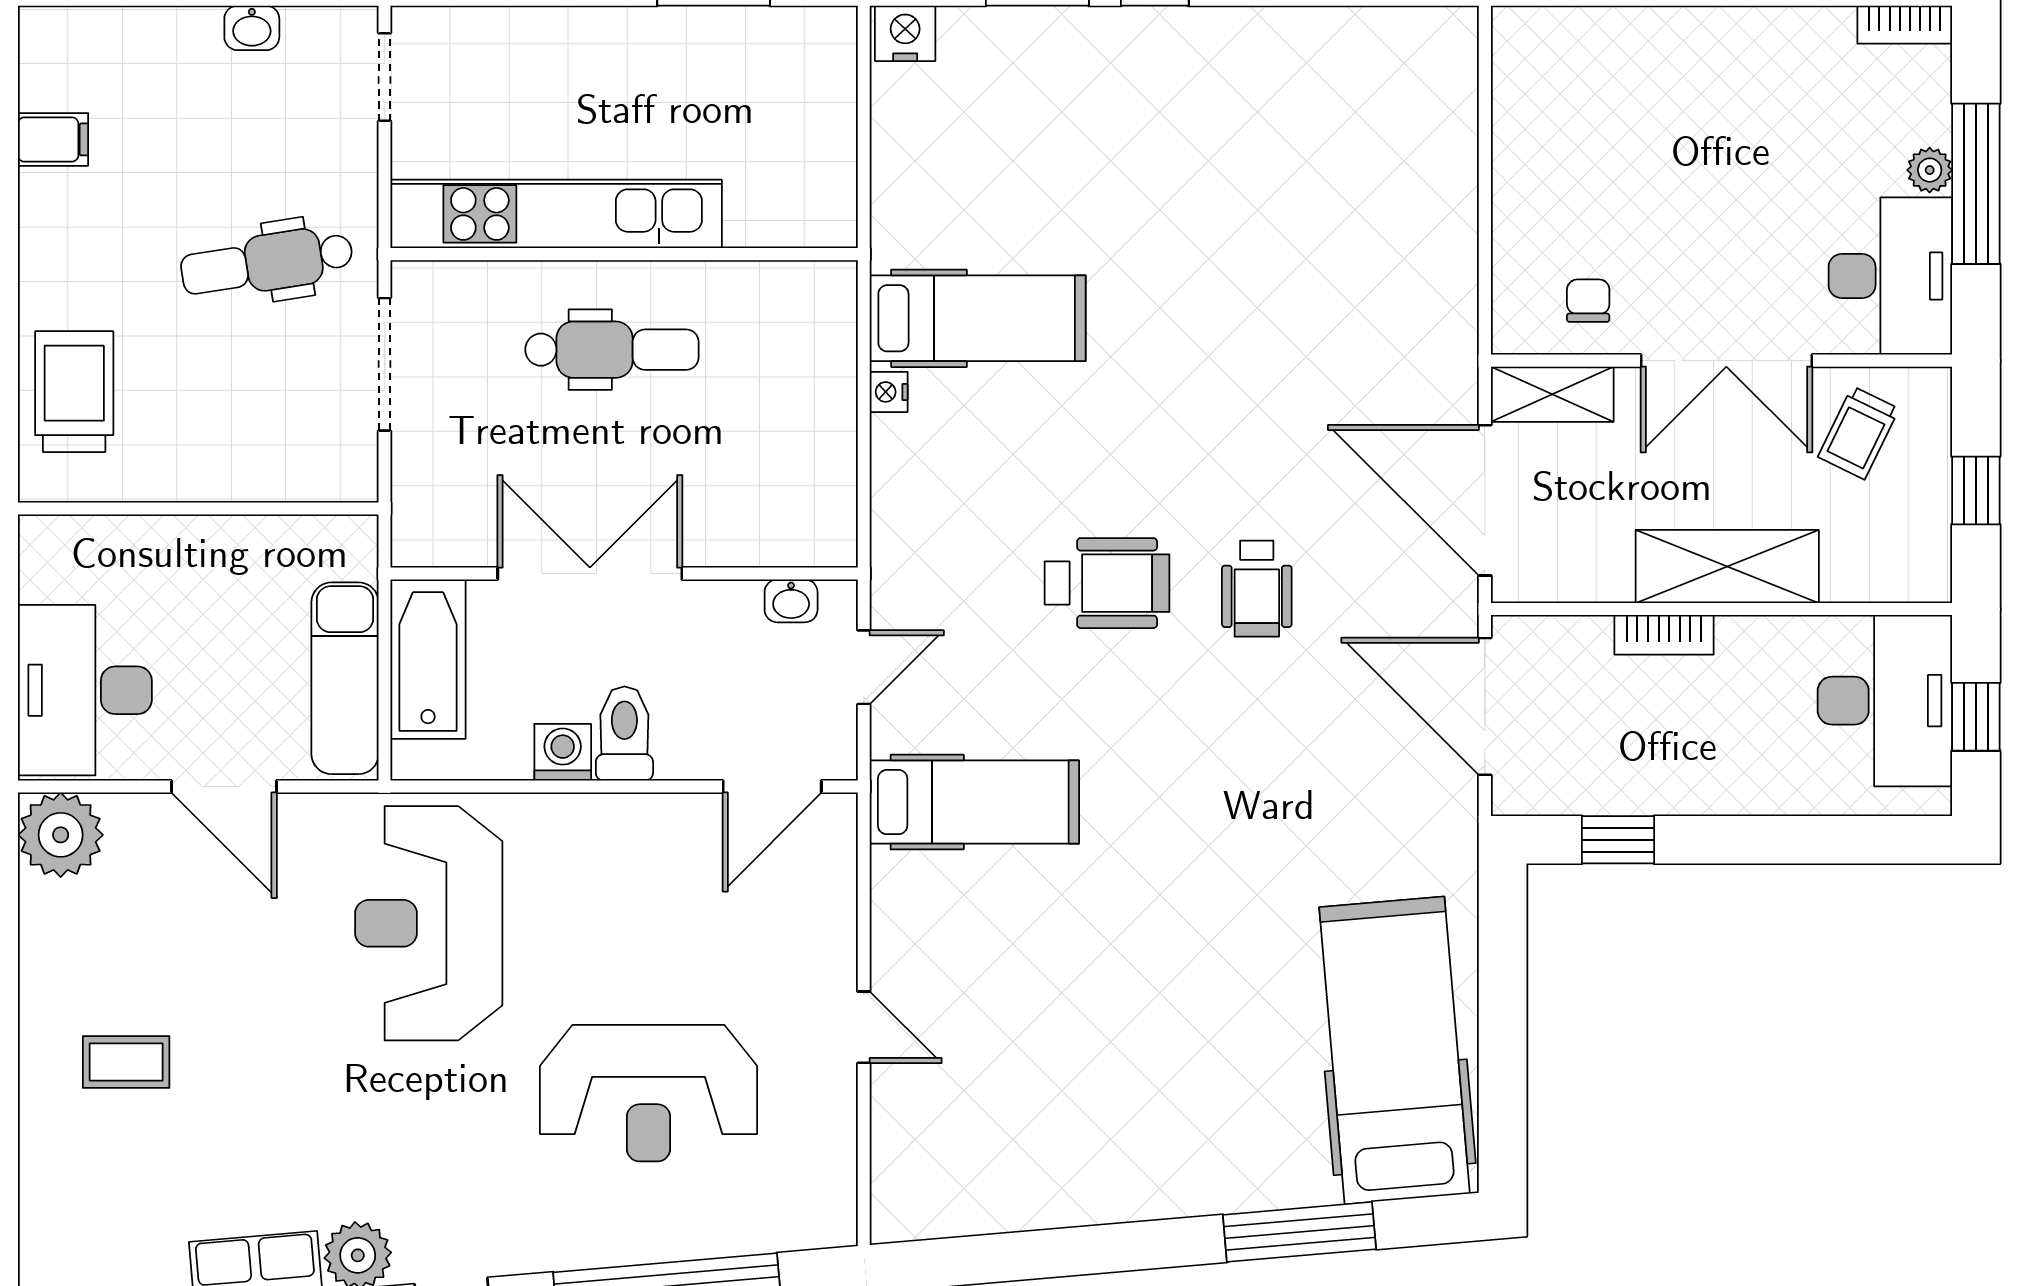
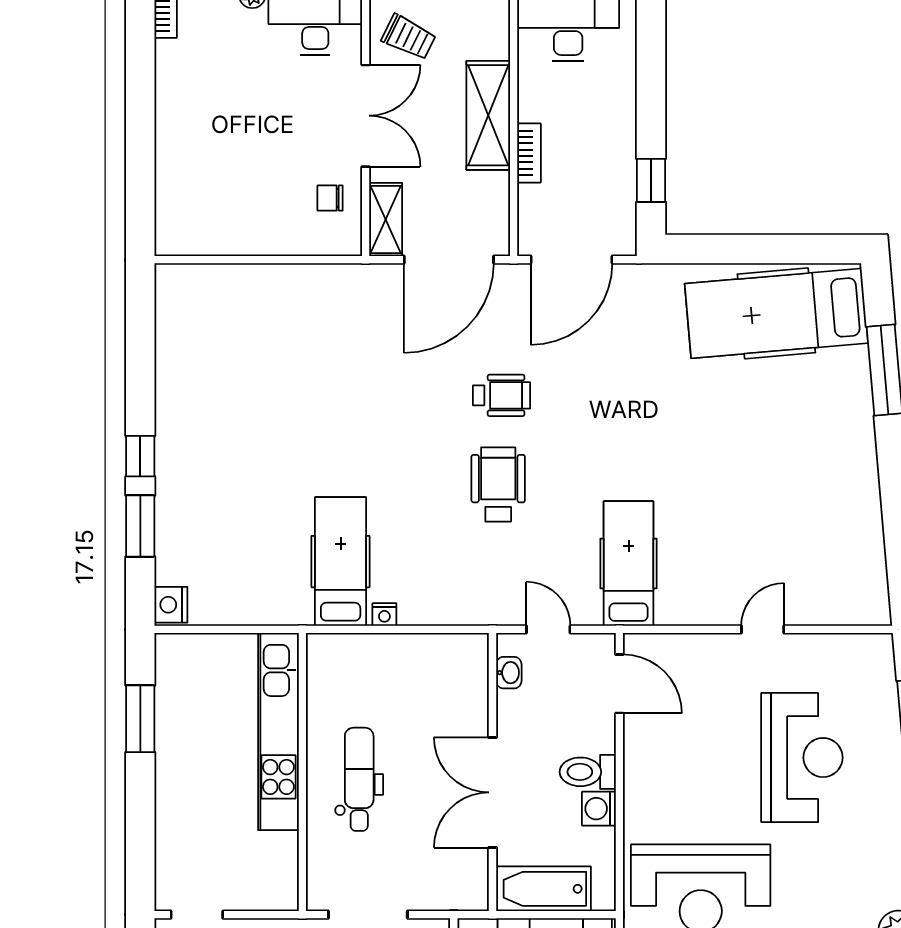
kitchen unit: (556, 214) -> (278, 732), moved

